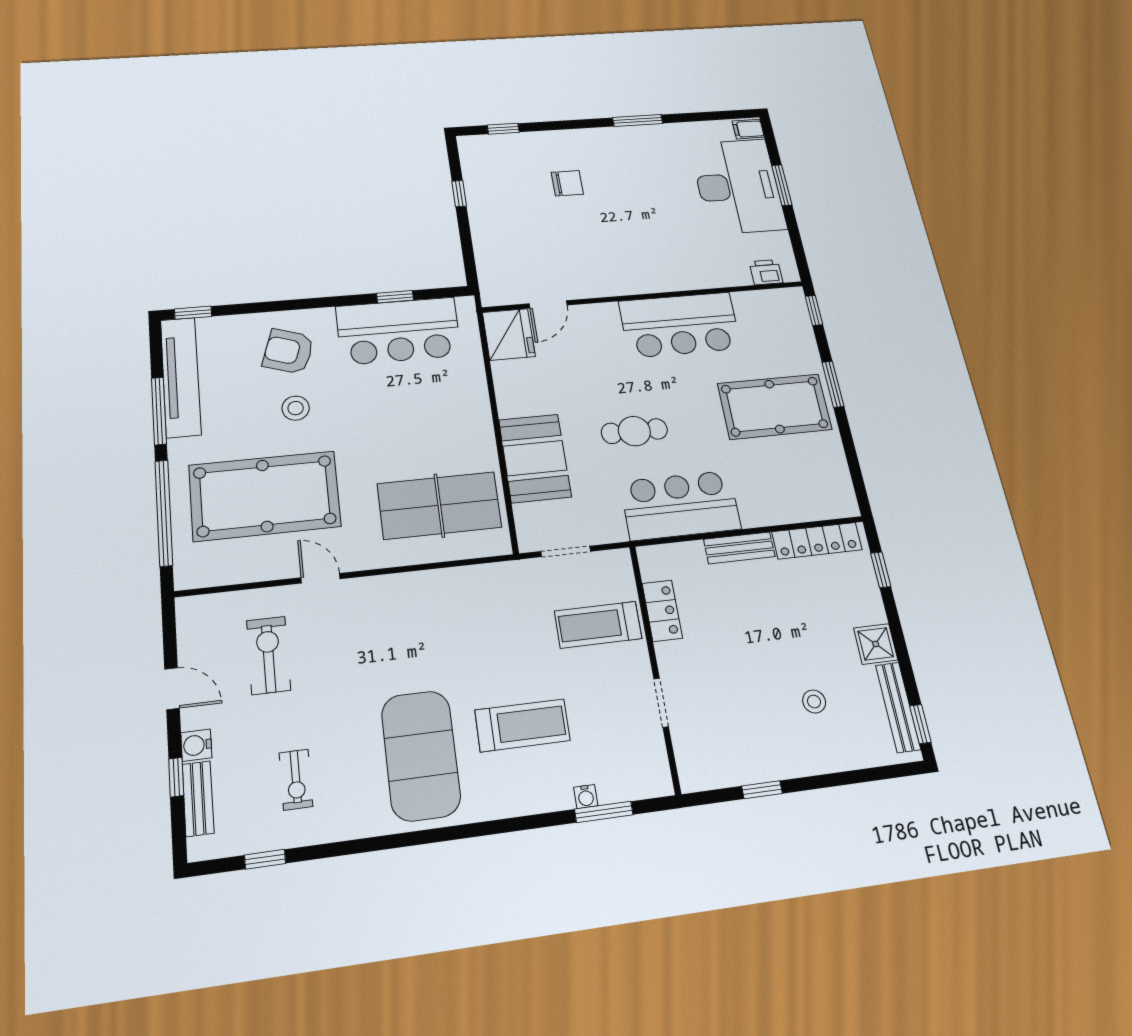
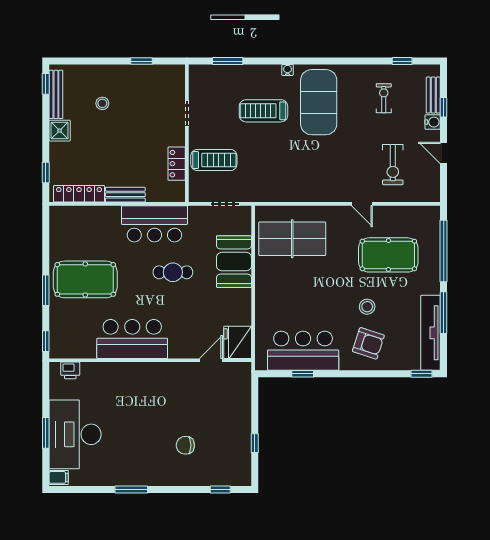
pool table: (265, 496) -> (388, 255), width x0.73, depth x0.76
water cooler: (586, 797) -> (287, 70), moved

